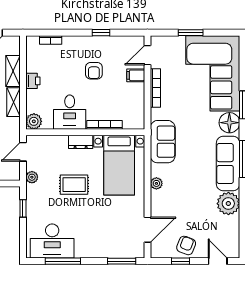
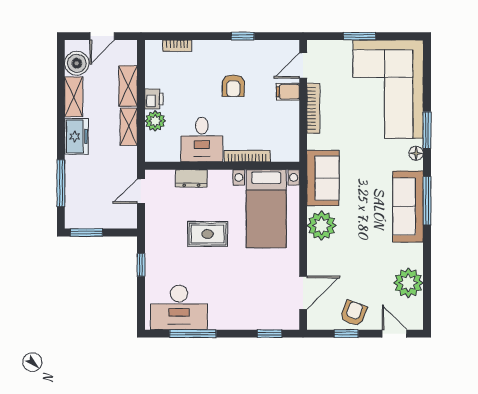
plant: (34, 121) -> (155, 121), moved
floor lamp: (229, 123) -> (416, 153), width x0.53, depth x0.53
dresser: (81, 142) -> (191, 178), moved
plant: (32, 177) -> (153, 224), removed
plant: (156, 183) -> (322, 226), width x1.88, depth x1.88
plant: (228, 204) -> (408, 283), moved
window: (122, 261) -> (269, 334), width x0.67

